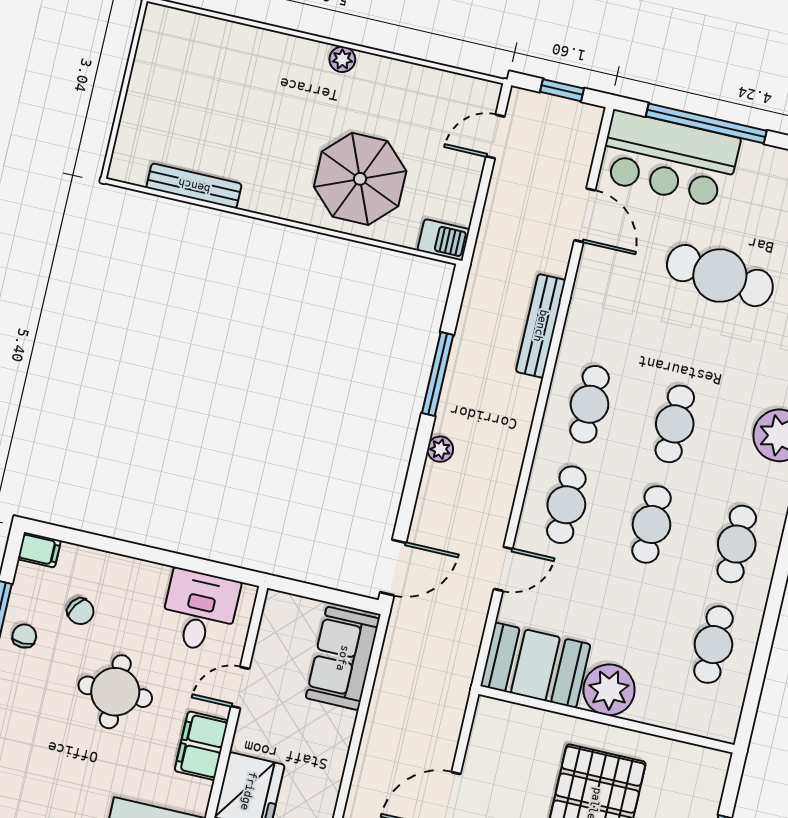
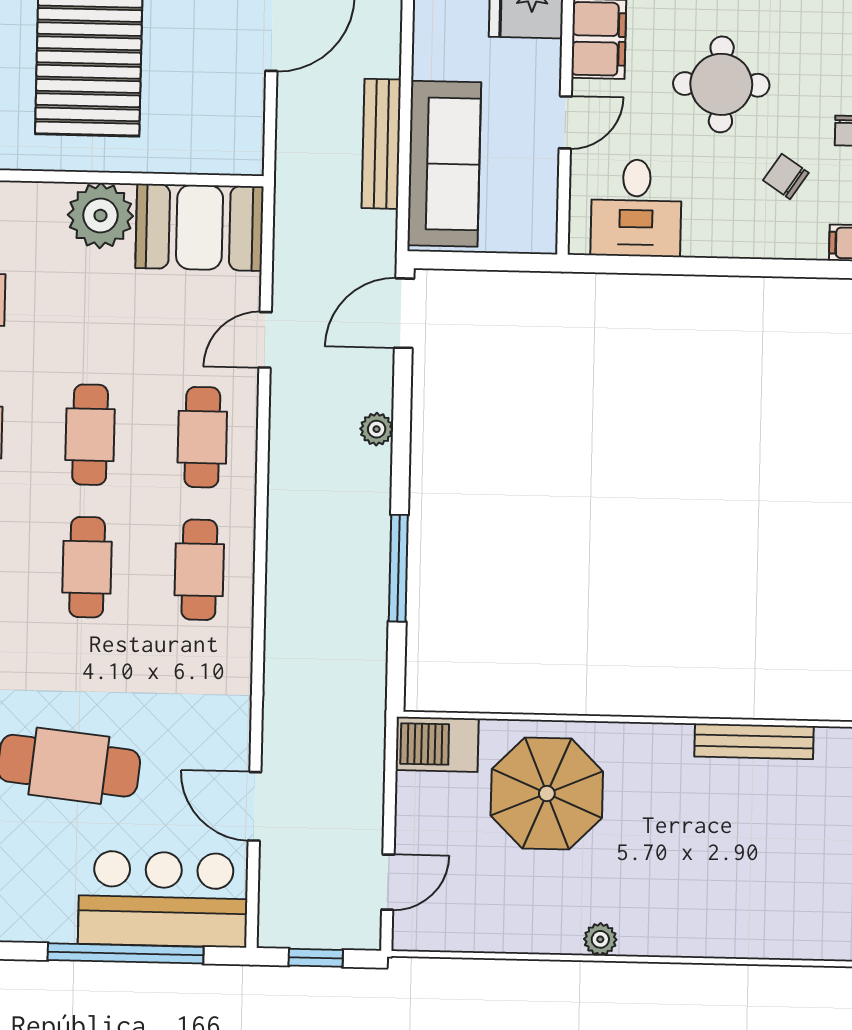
barbecue: (444, 240) -> (437, 744), width x1.38, depth x1.27
bench: (541, 326) -> (381, 144), moved
plant: (440, 449) -> (377, 429), moved
sofa: (343, 658) -> (444, 164), width x1.36

